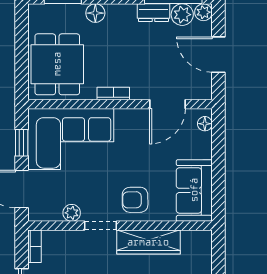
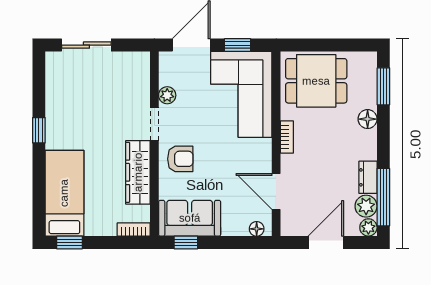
window: (218, 194) -> (186, 242), added
armchair: (135, 200) -> (180, 159), turned 91
bookcase: (34, 246) -> (134, 230), moved, turned 180

